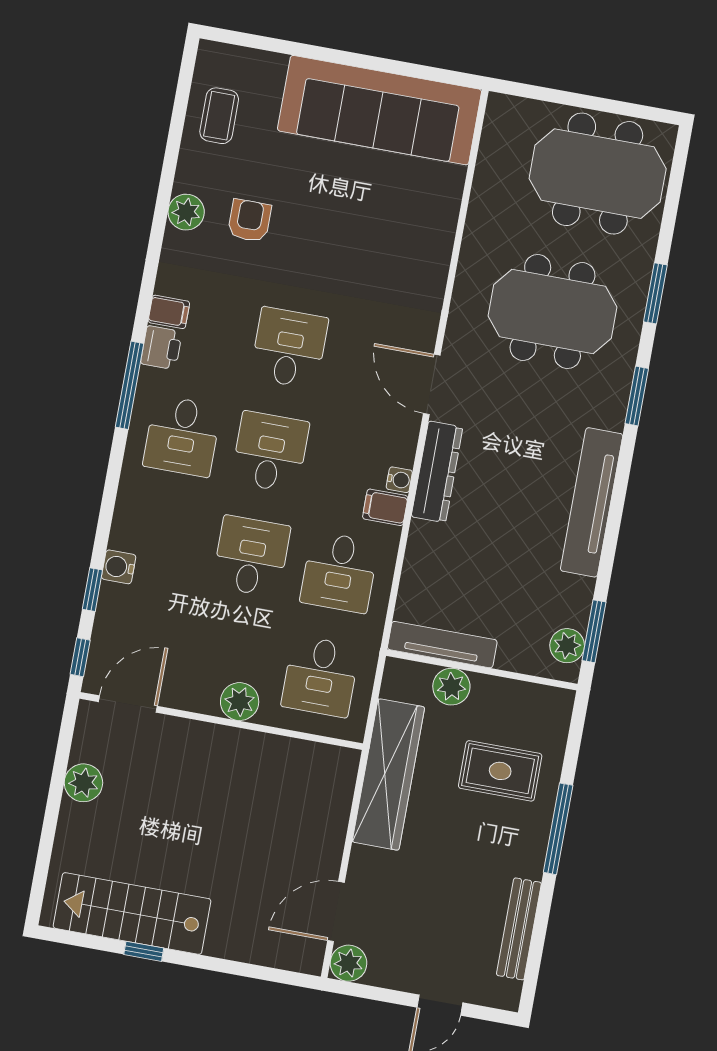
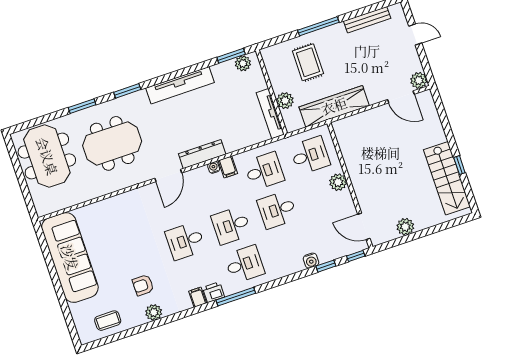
meeting table: (553, 312) -> (112, 143), turned 90

